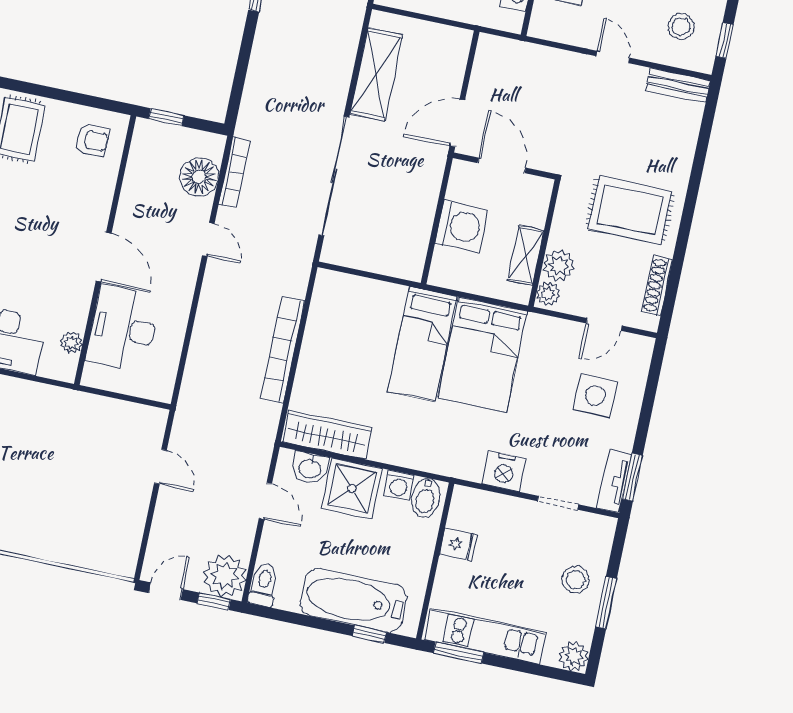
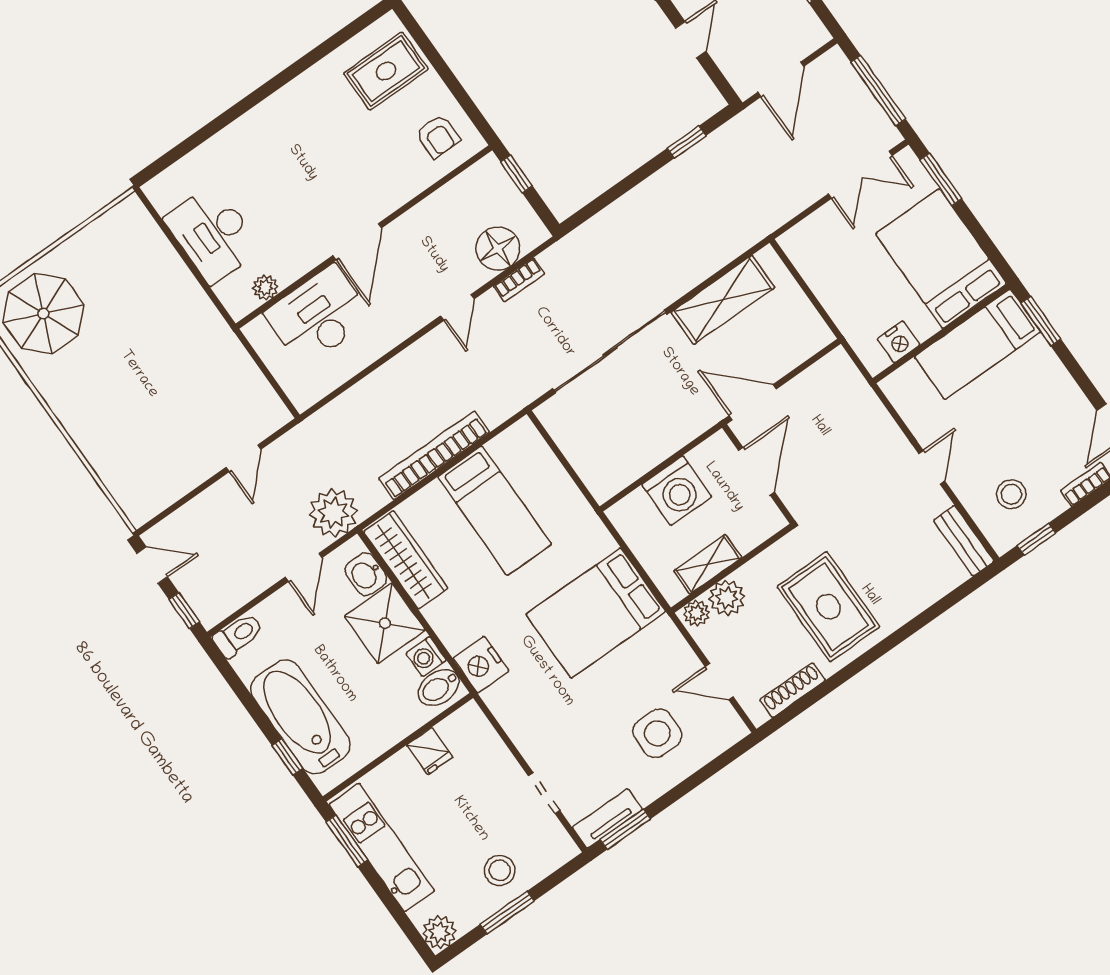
bookcase: (234, 172) -> (519, 280), width x0.64
bed: (422, 344) -> (495, 511), moved, turned -90
nightstand: (504, 471) -> (481, 665), moved
plant: (225, 576) -> (333, 513), moved

